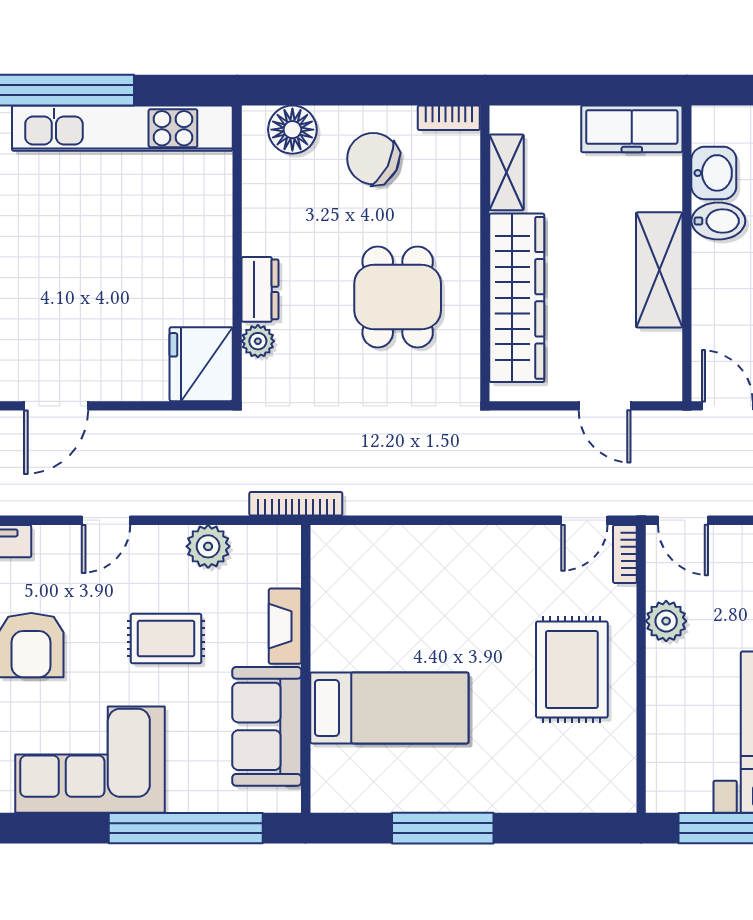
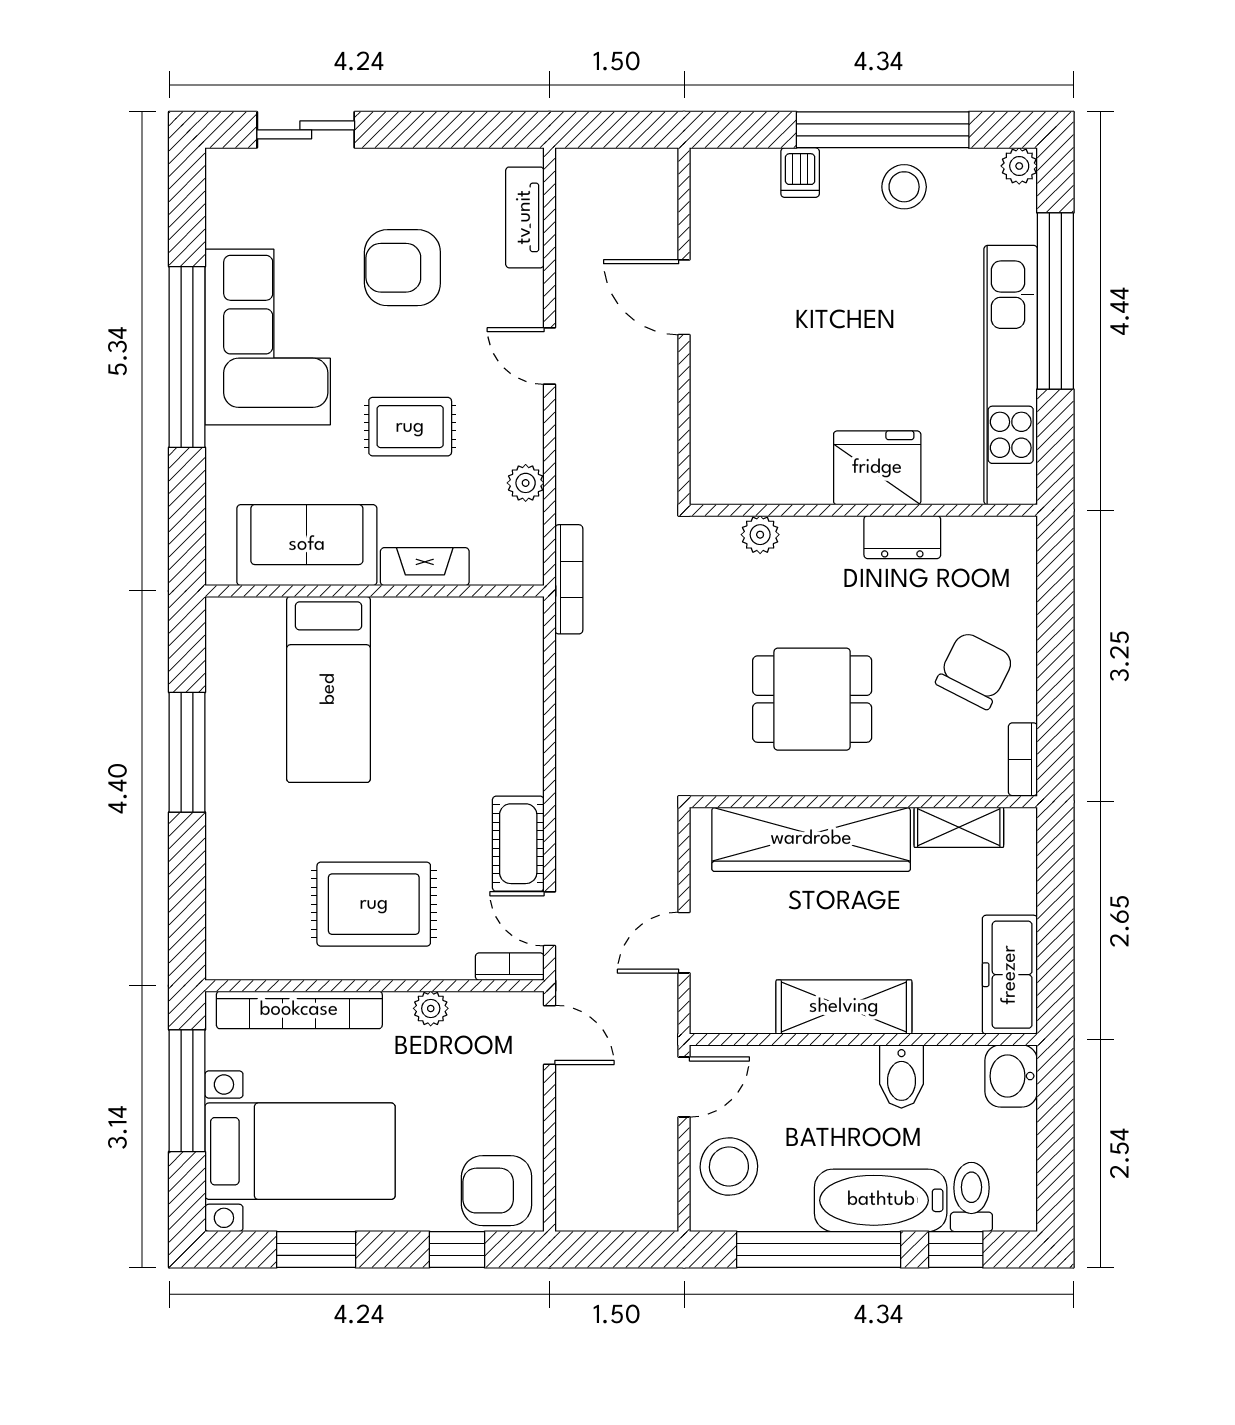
floor lamp: (292, 130) -> (1009, 575), removed
washbasin: (714, 173) -> (1011, 1076), moved, turned 90
dresser: (260, 289) -> (902, 537), moved
fridge: (201, 364) -> (877, 468), moved
door: (683, 520) -> (549, 1035), swing flipped
plant: (208, 546) -> (526, 483), width x0.73, depth x0.73
cot: (520, 547) -> (518, 844), added
plant: (666, 621) -> (431, 1008), width x0.73, depth x0.73
rug: (166, 639) -> (410, 427), turned 90
bookcase: (662, 733) -> (299, 1010), added
window: (186, 828) -> (187, 357), moved

